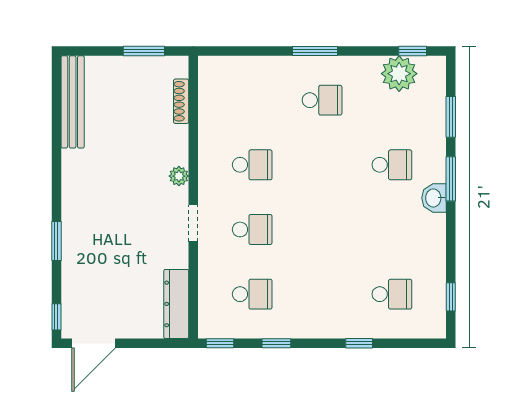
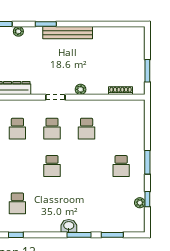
window: (413, 51) -> (147, 199), moved
plant: (399, 74) -> (140, 203), width x0.53, depth x0.53
bench: (73, 102) -> (68, 33), moved
school desk: (392, 165) -> (52, 166), moved
plant: (70, 292) -> (18, 31), added

